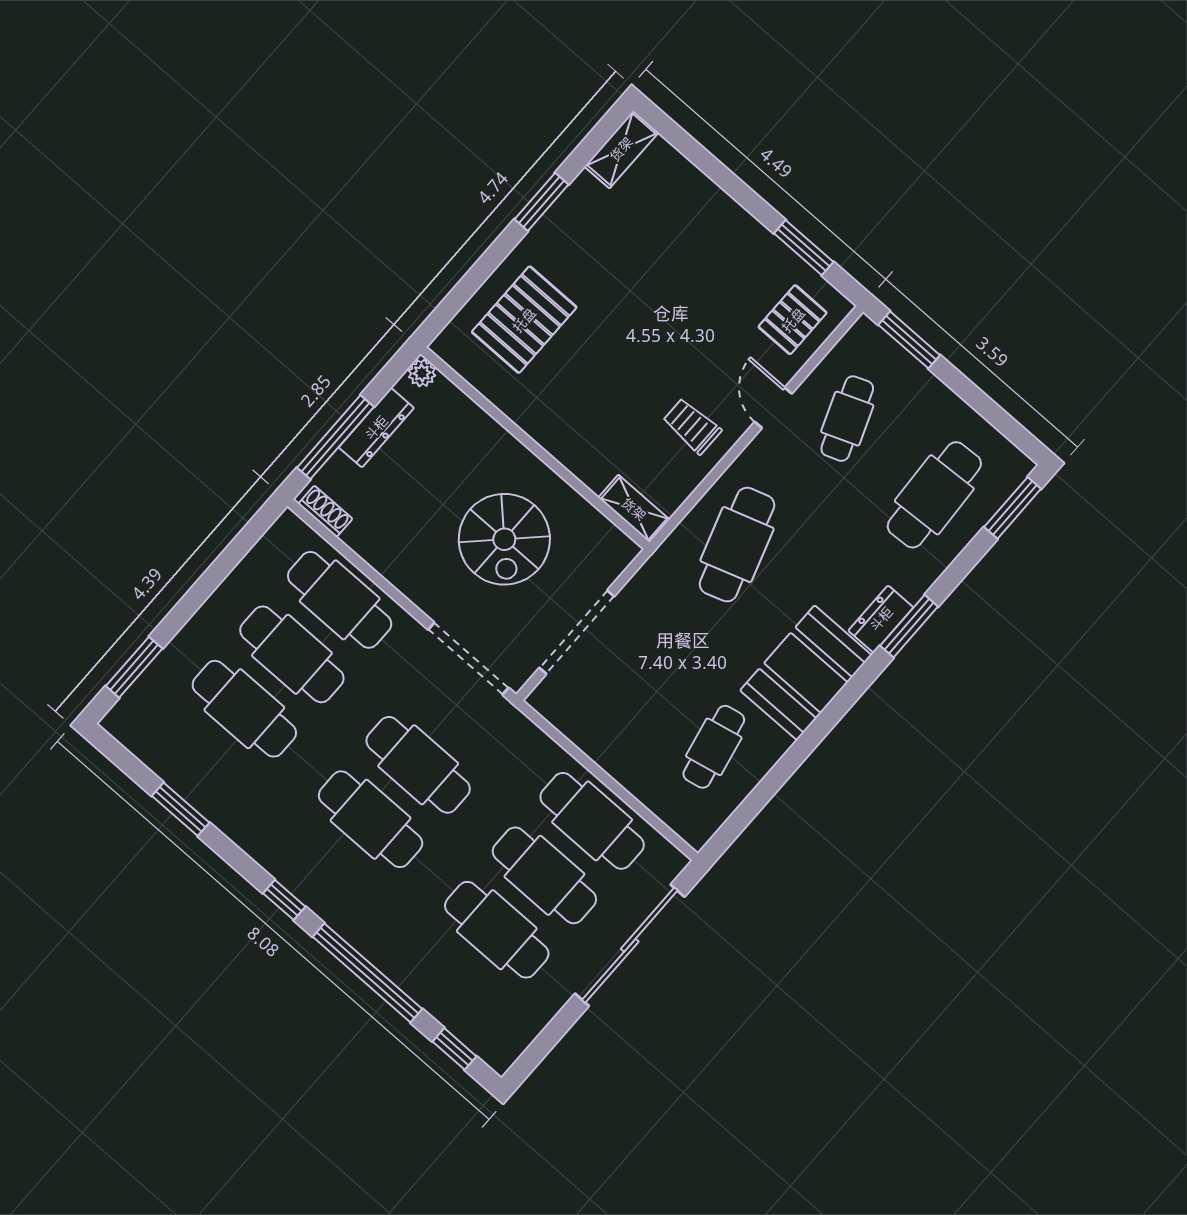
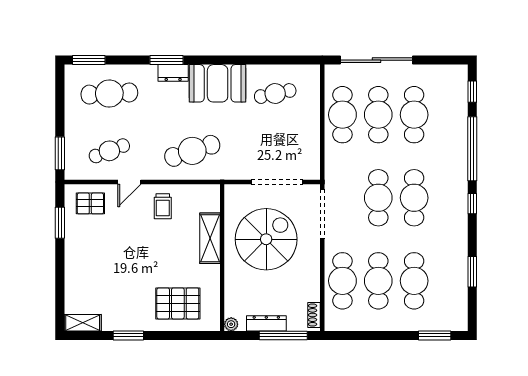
shelving: (634, 509) -> (210, 238), moved, width x1.50, depth x1.33
spiral stairs: (504, 539) -> (266, 239), width x1.37, depth x1.37

